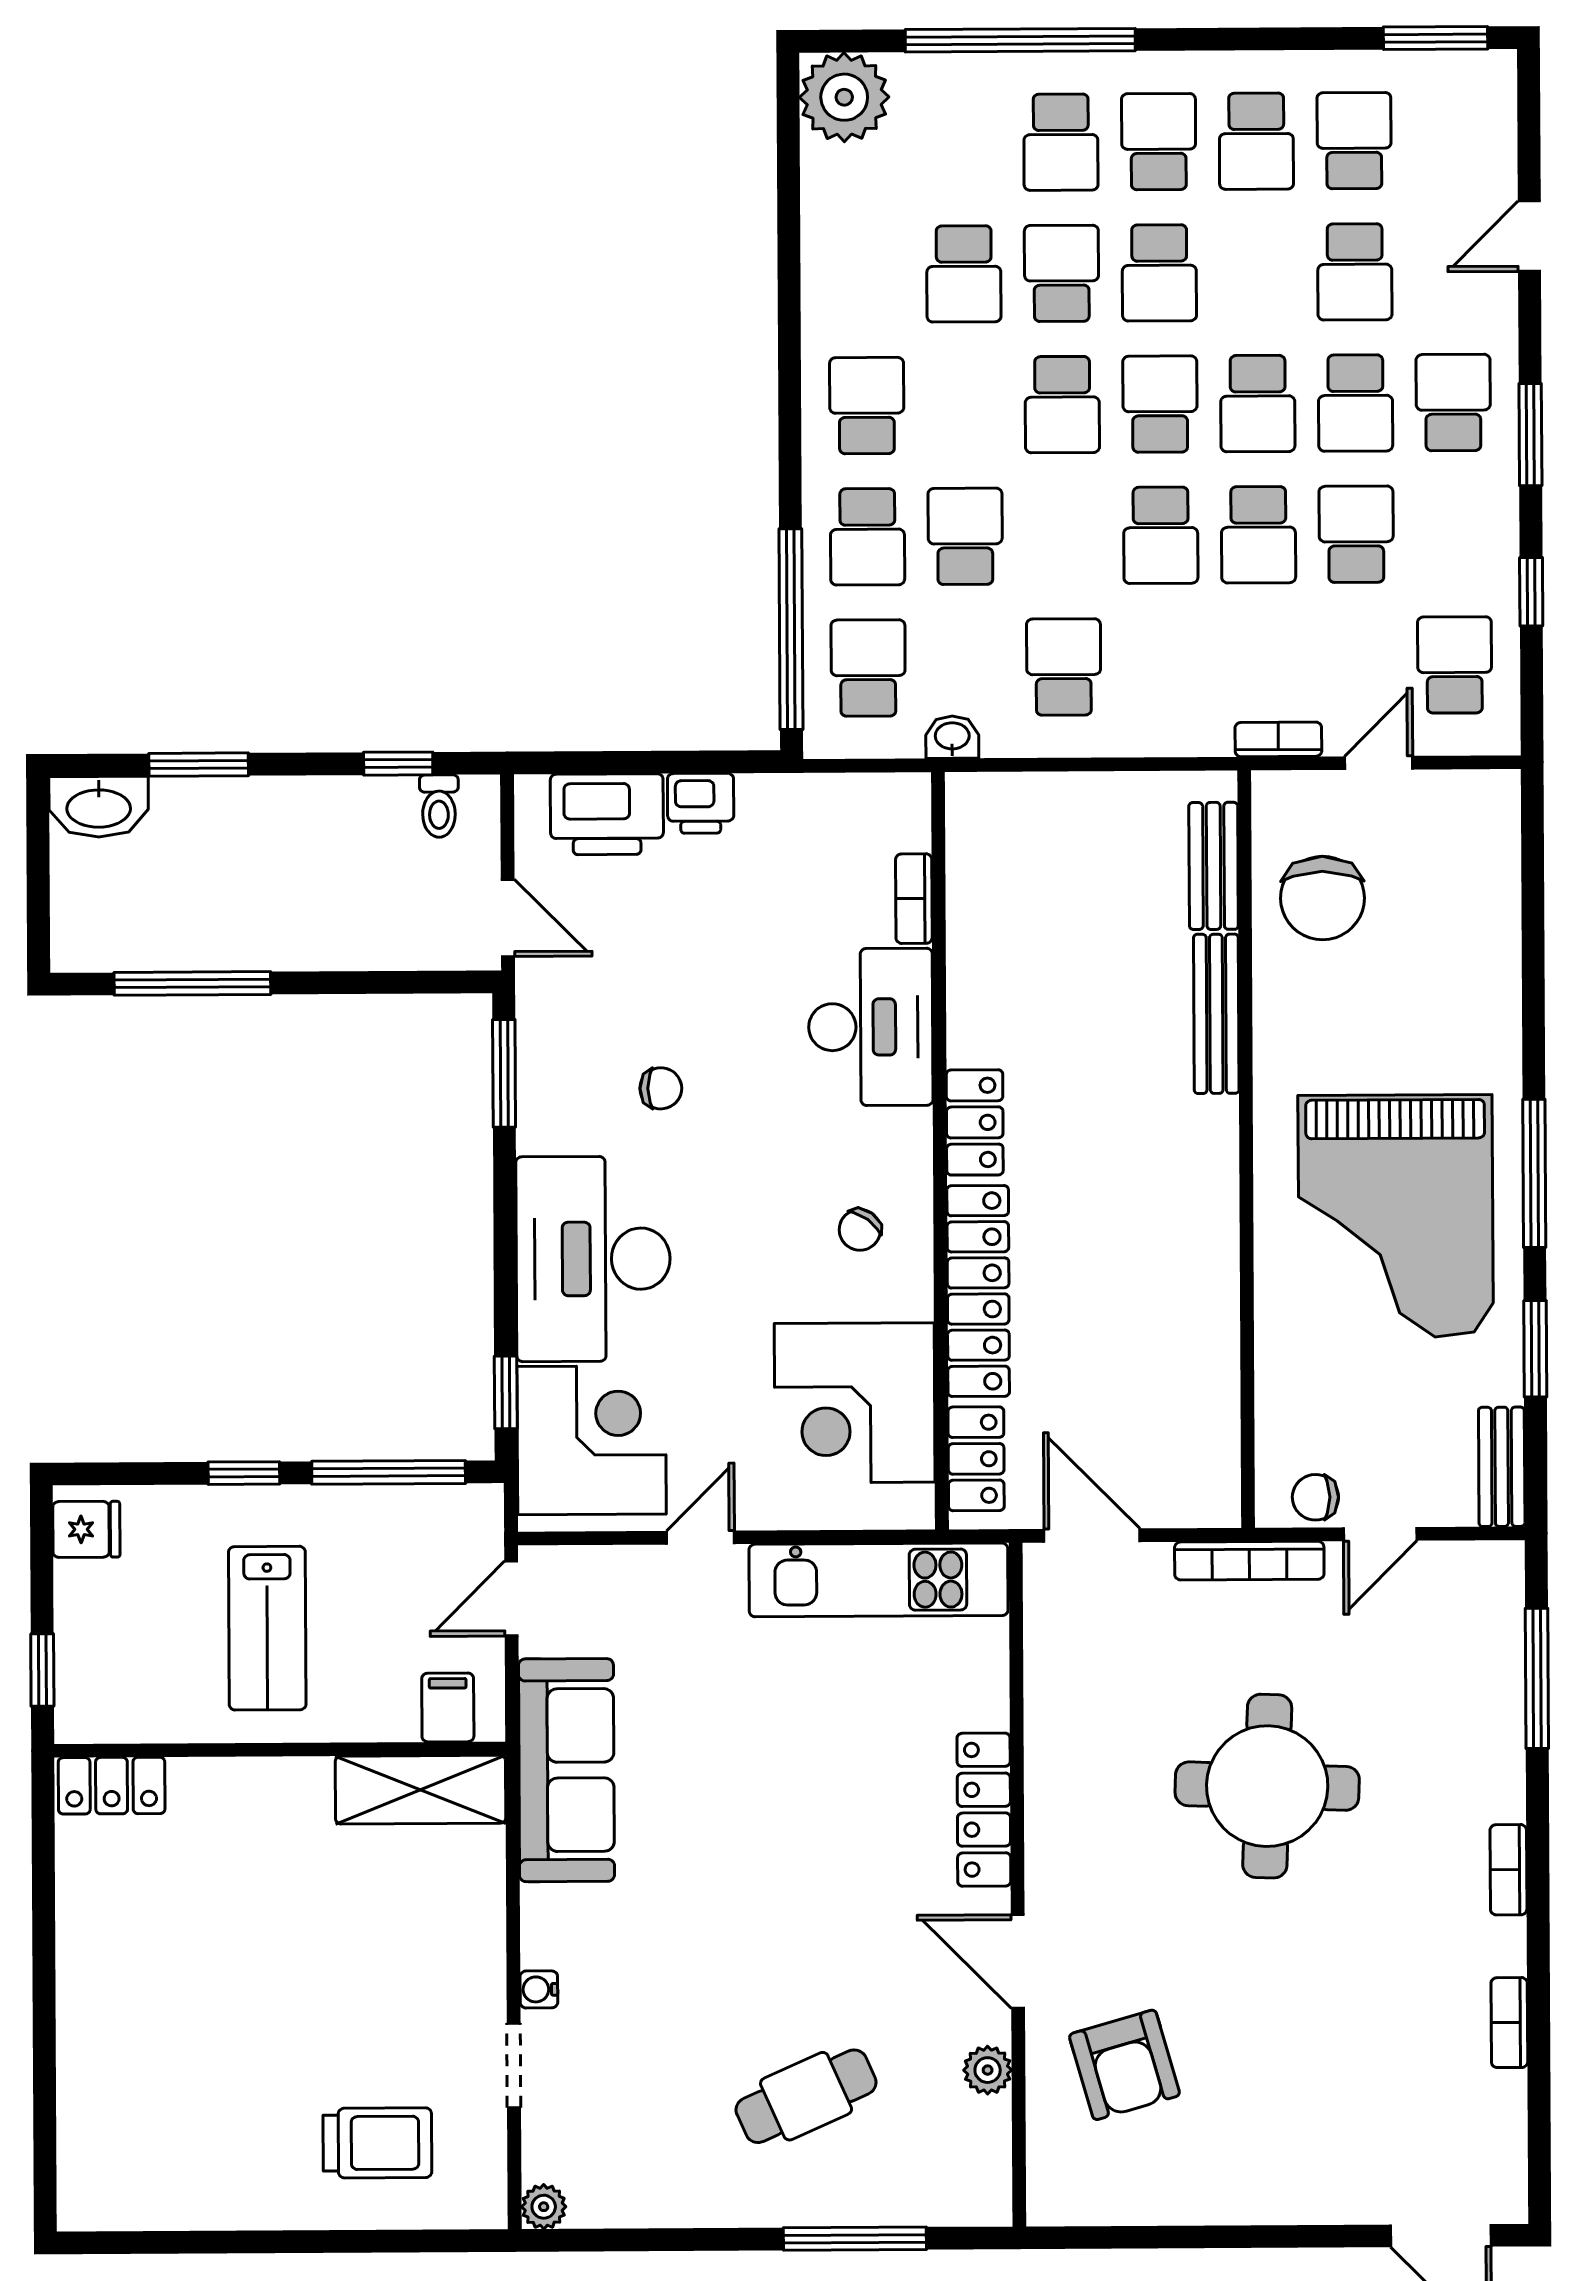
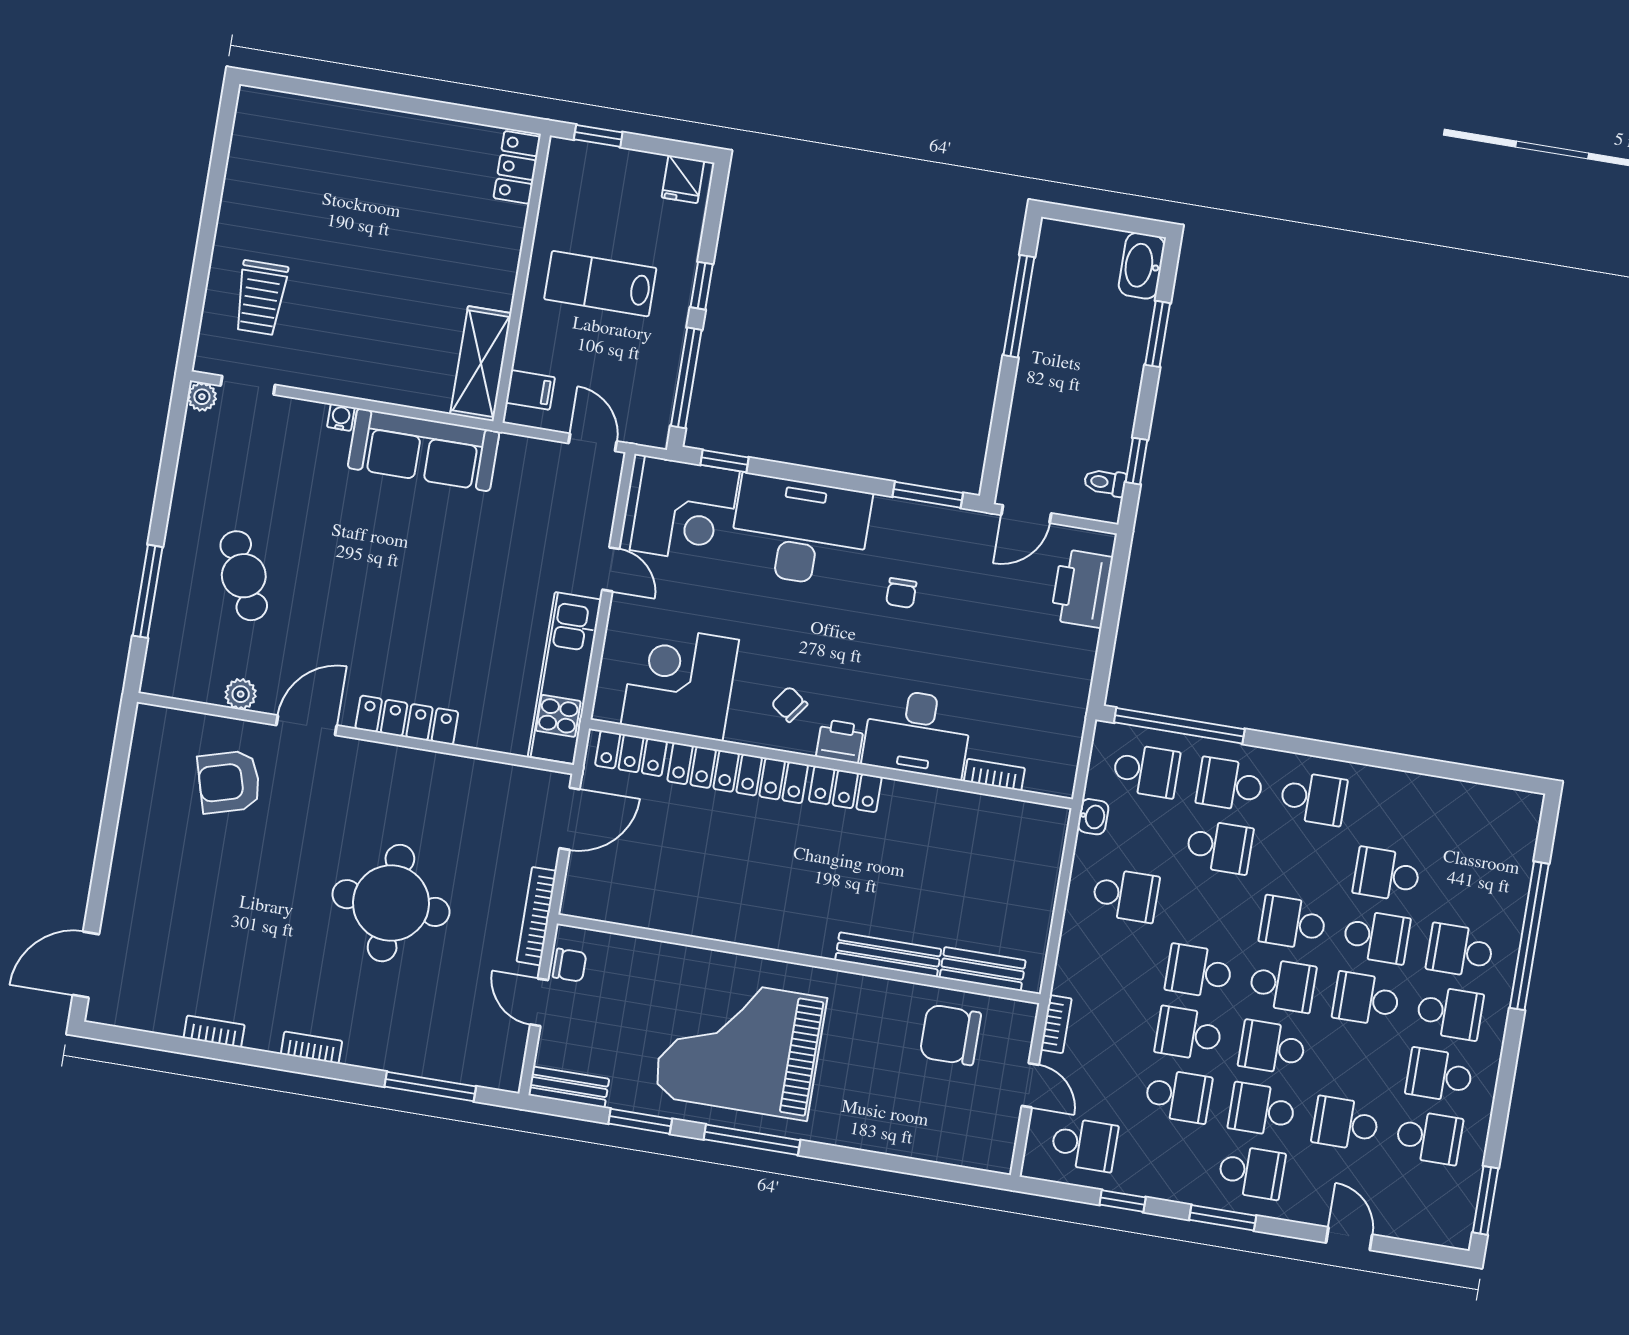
plant: (844, 97) -> (1512, 818), removed
printer: (701, 803) -> (840, 741), moved, turned 90
chair: (1315, 1497) -> (570, 965), turned 90
sofa: (566, 1770) -> (424, 450), moved
doorway: (514, 2065) -> (248, 385), moved

